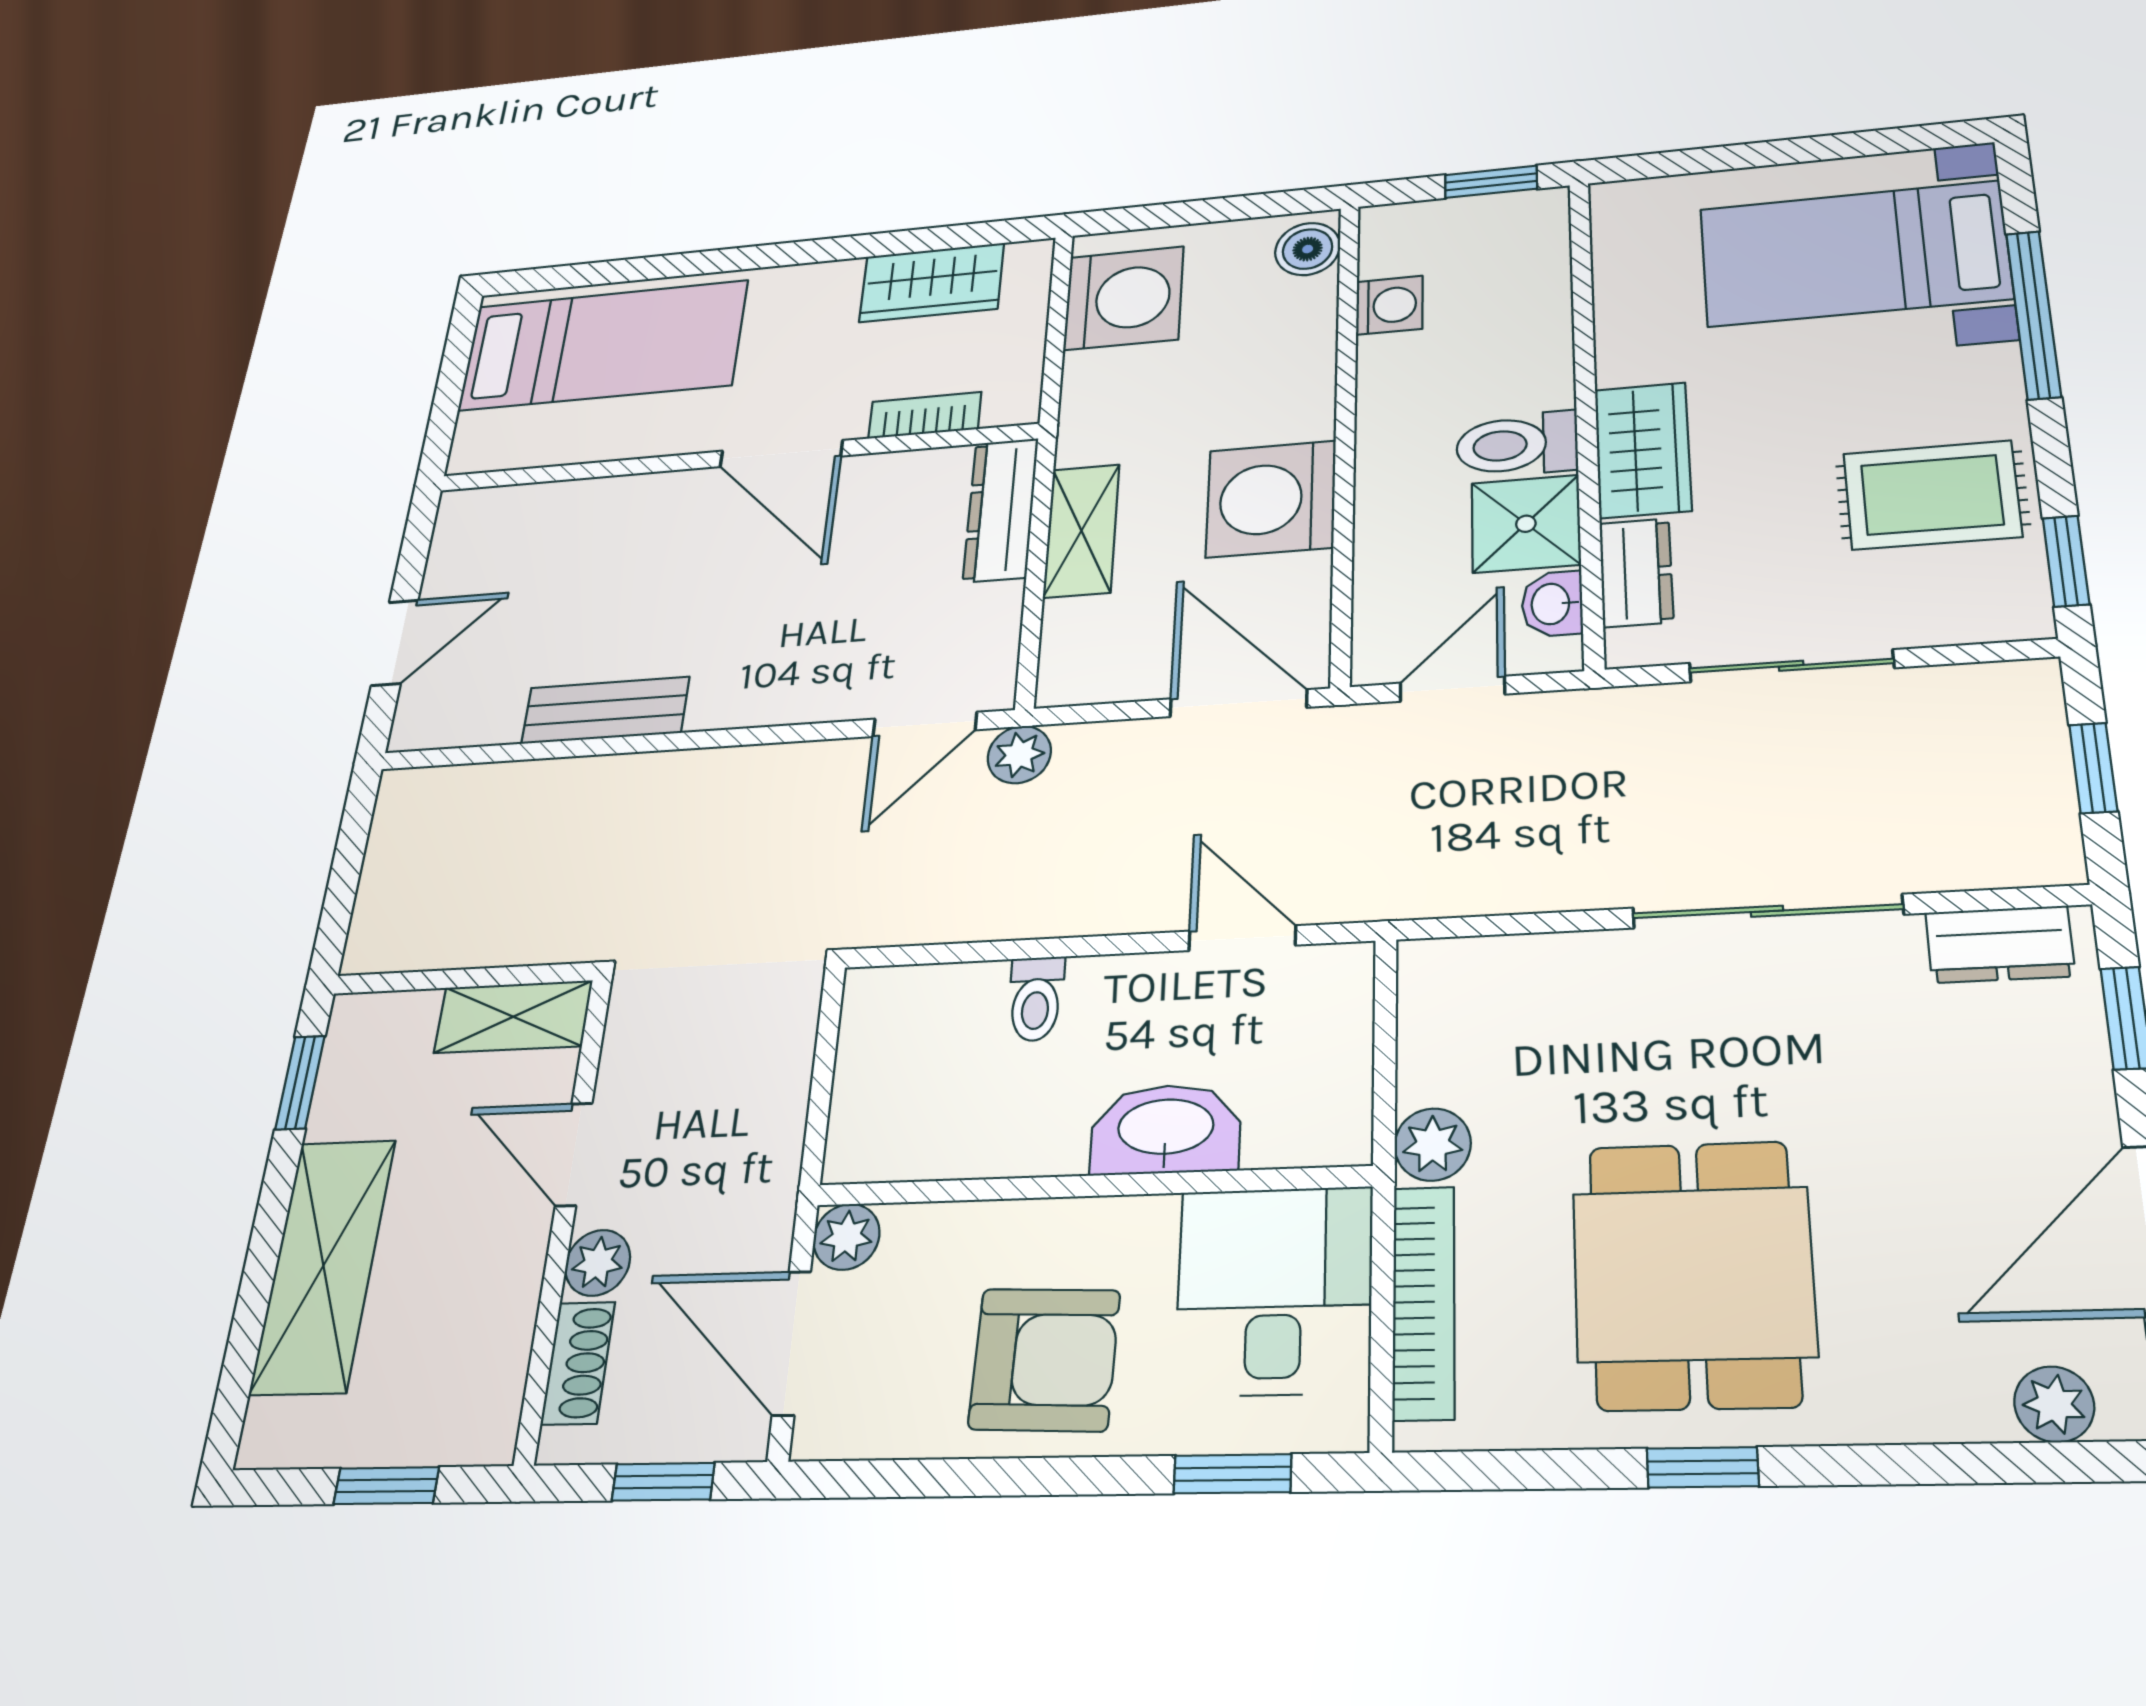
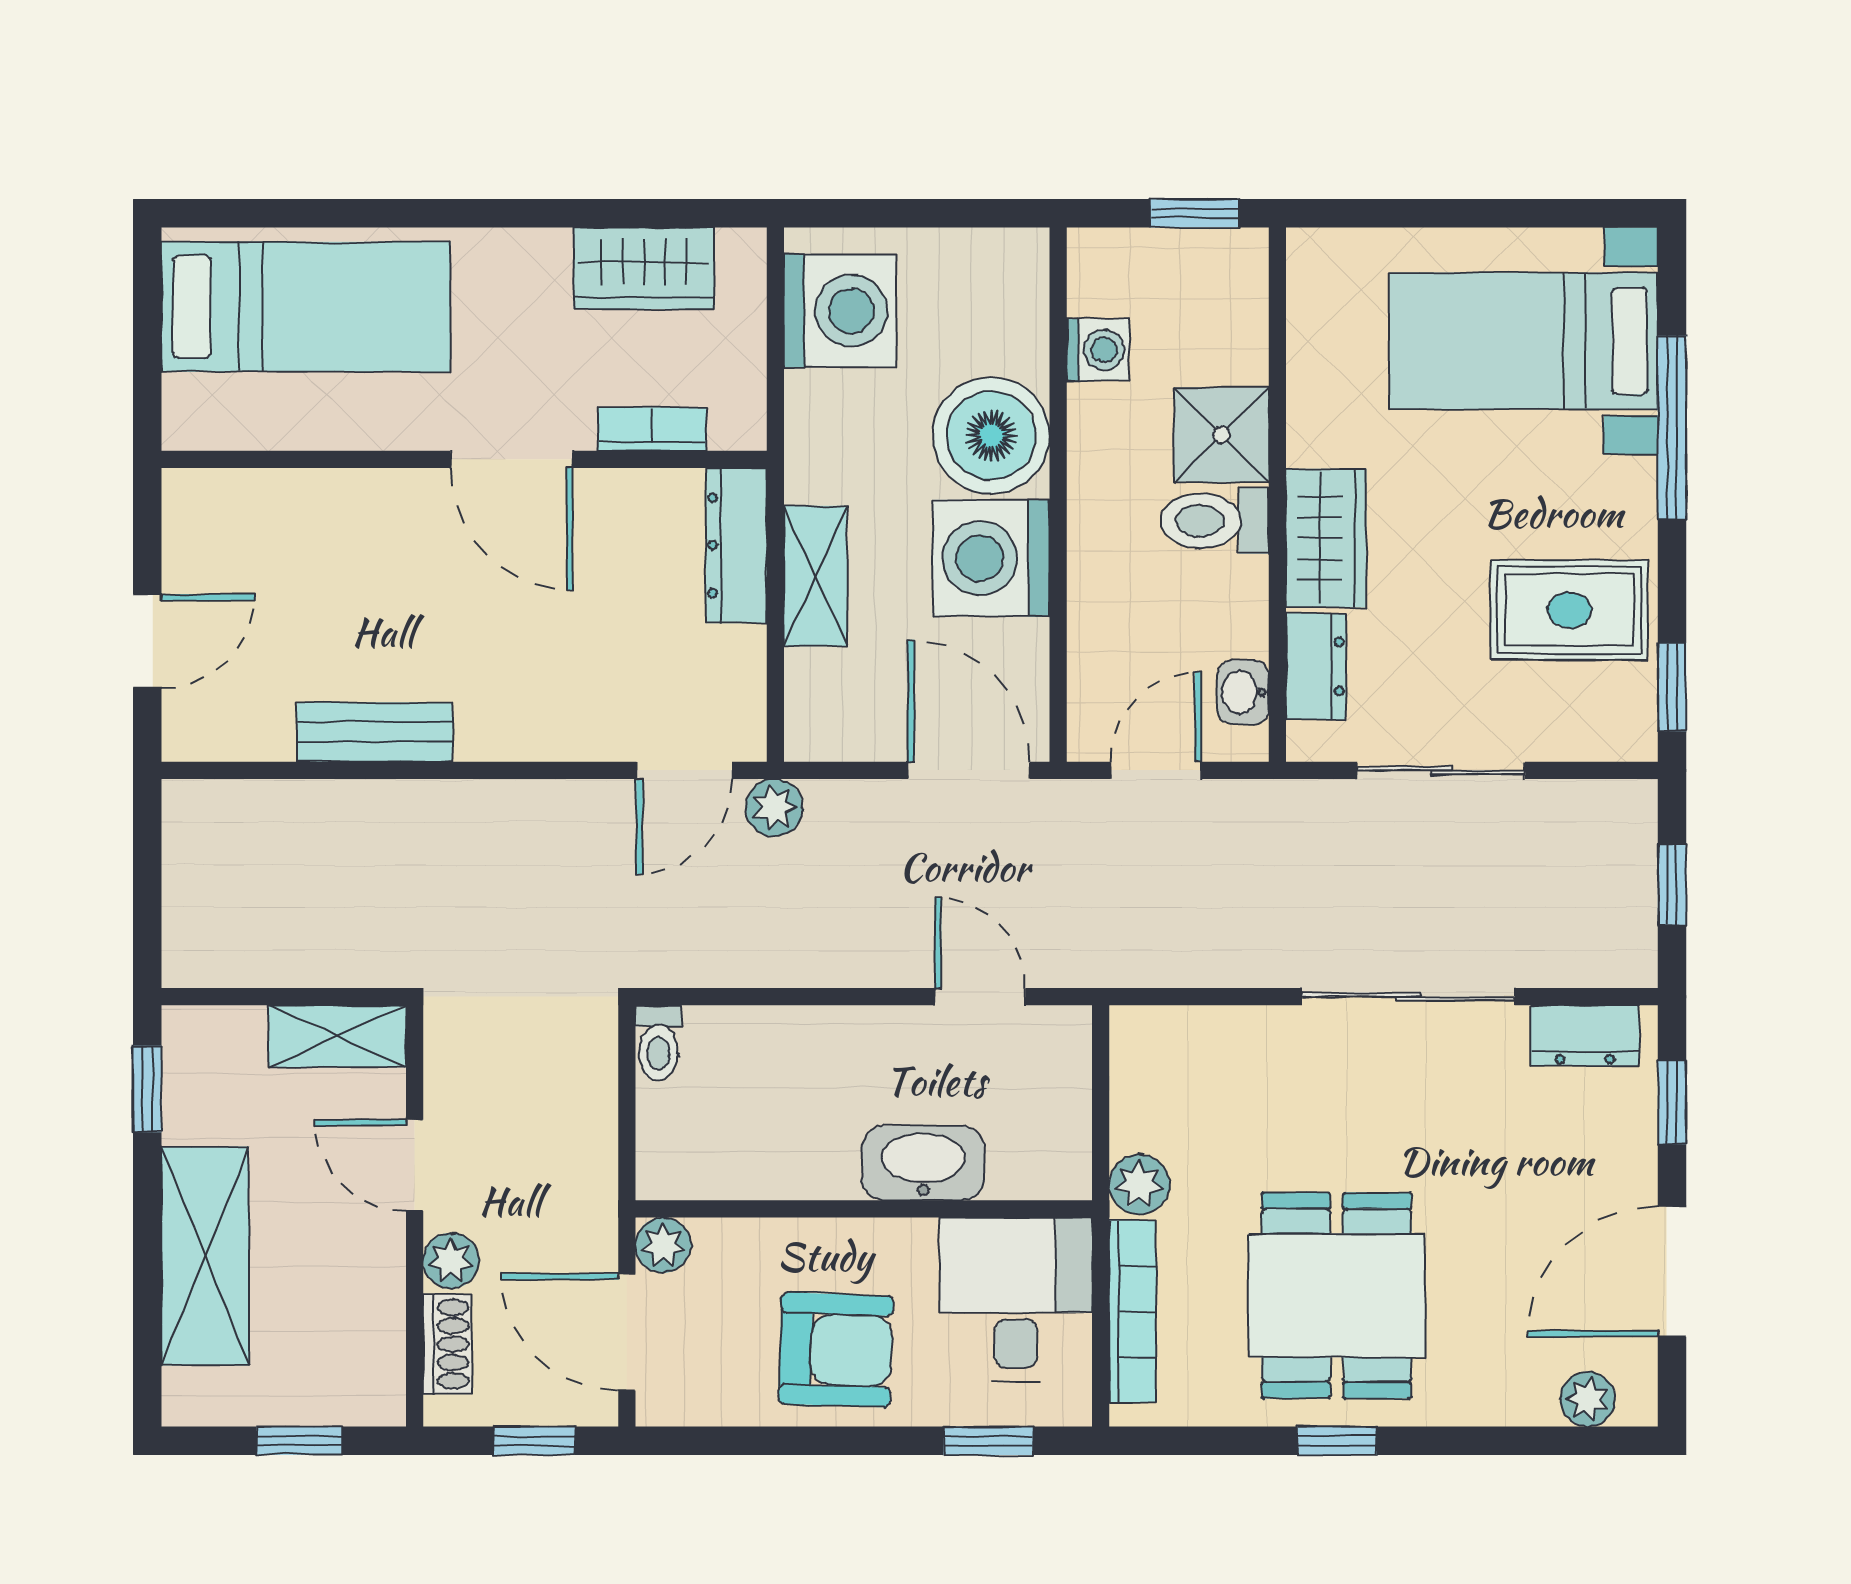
boiler: (1308, 249) -> (991, 435), moved, width x1.86, depth x1.86
shower: (1526, 524) -> (1221, 435), moved
toilet: (1036, 999) -> (658, 1043), moved

